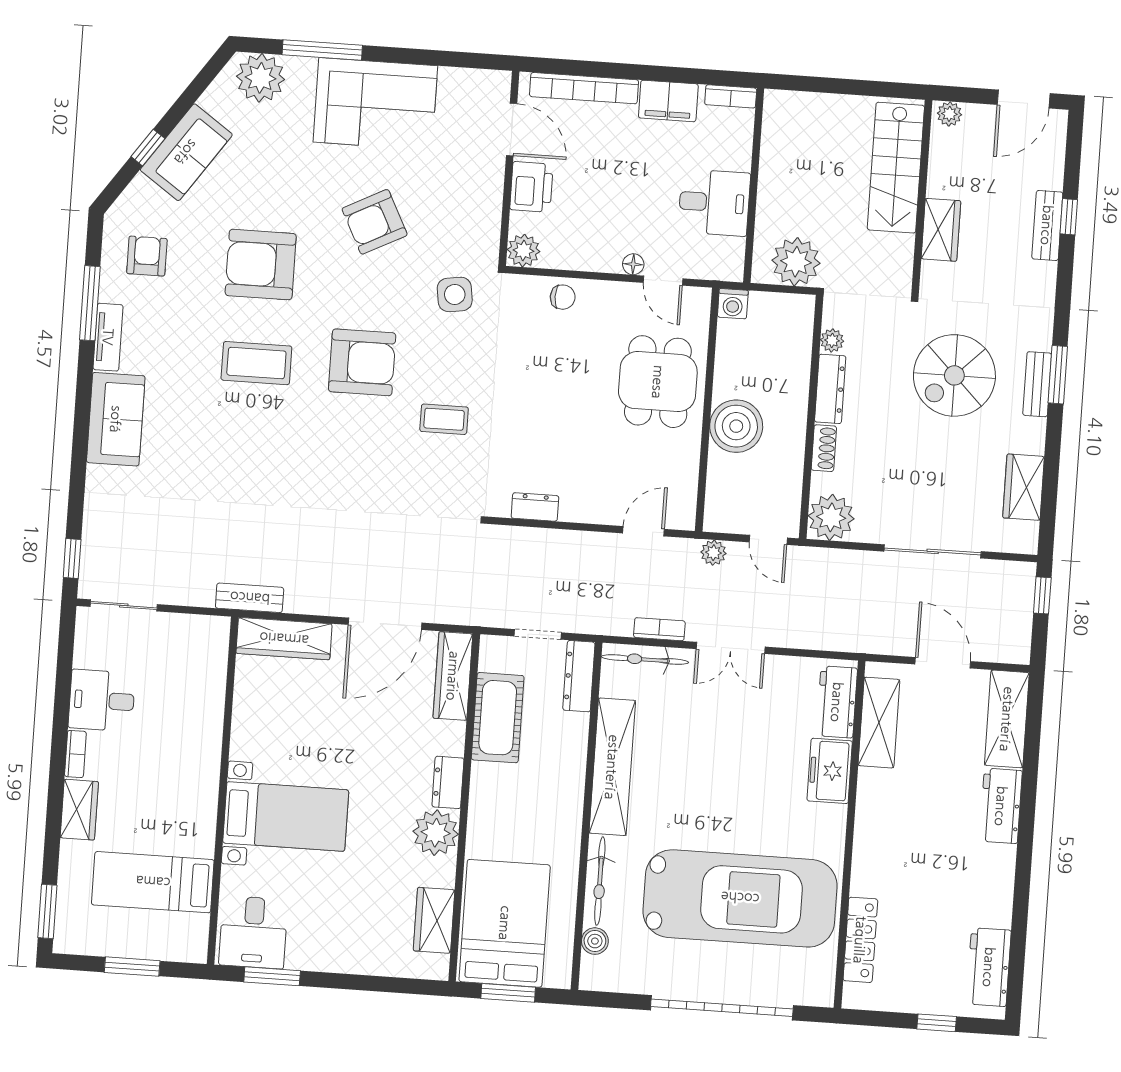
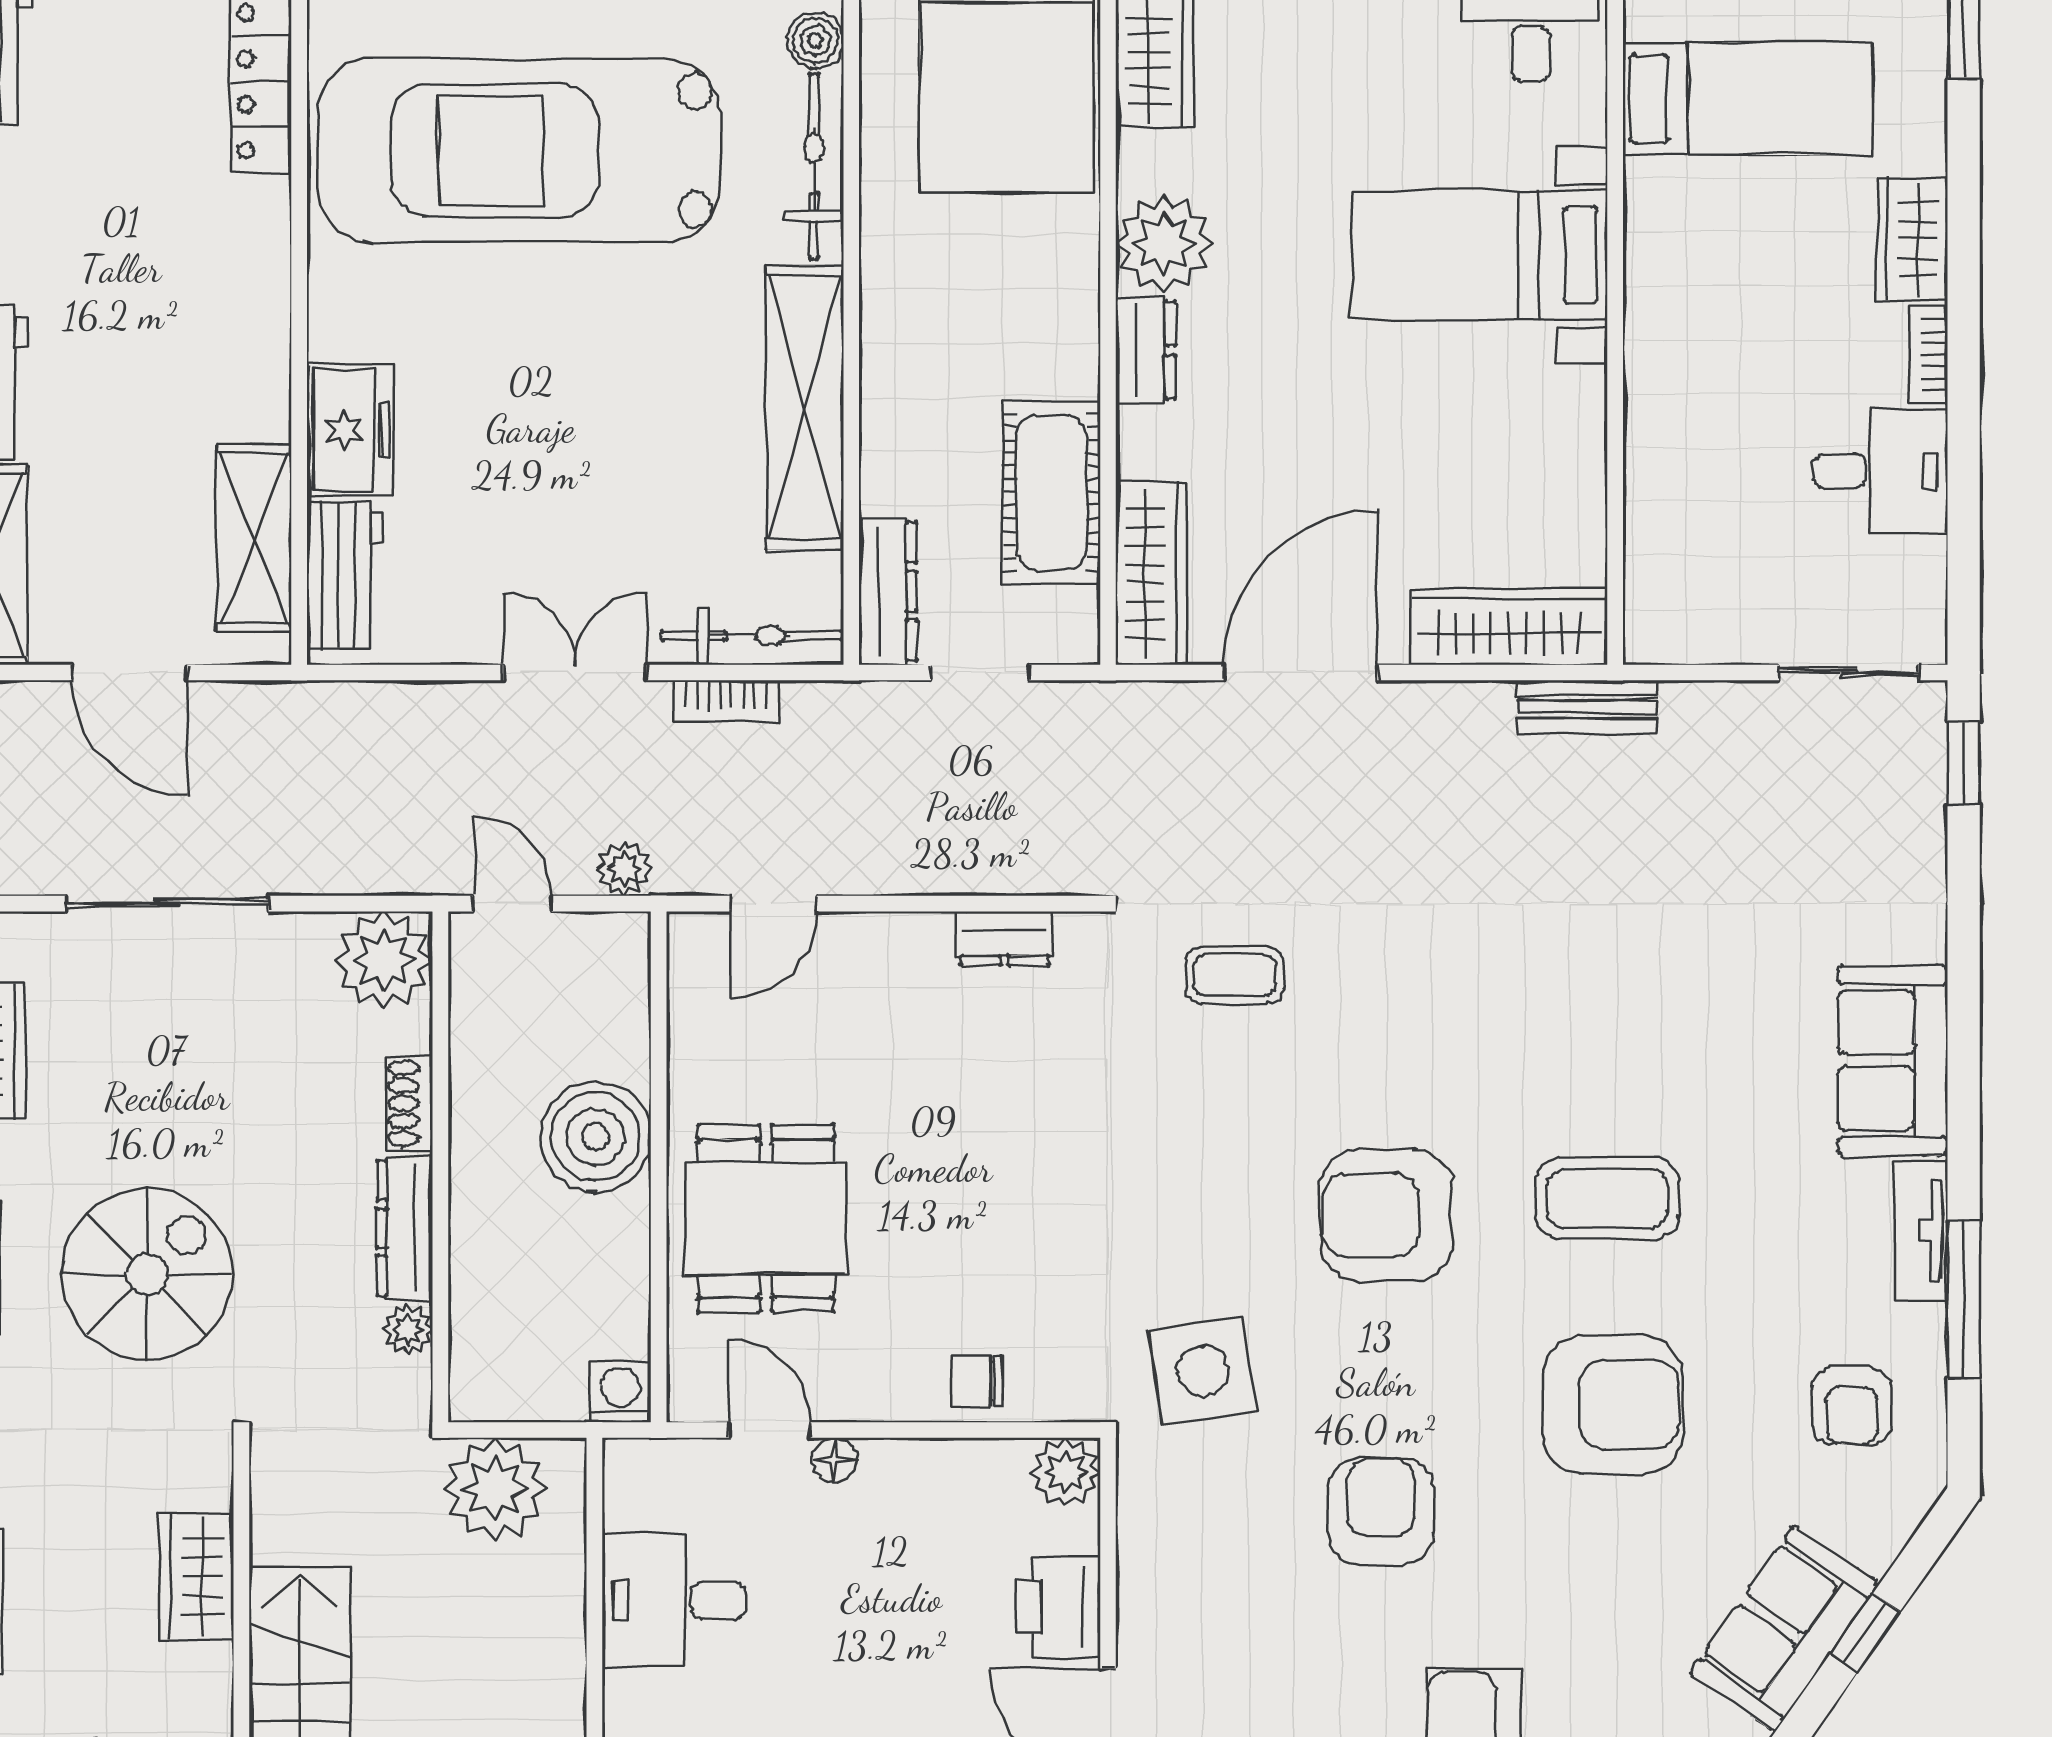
armchair: (375, 222) -> (1381, 1511), turned -63
side table: (455, 294) -> (1203, 1371), width x1.37, depth x1.37
coffee table: (444, 419) -> (1234, 975), moved

